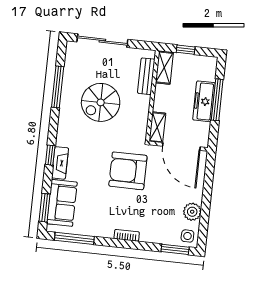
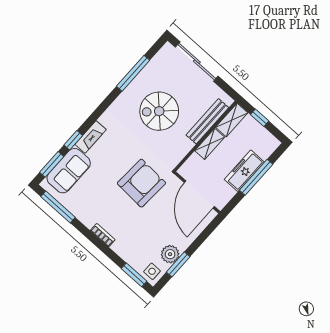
bench: (146, 76) -> (207, 121), width x1.36
shelving: (157, 127) -> (210, 144), moved
window: (50, 155) -> (73, 140), moved
armchair: (128, 171) -> (141, 183), turned 93
window: (205, 215) -> (178, 264), added

